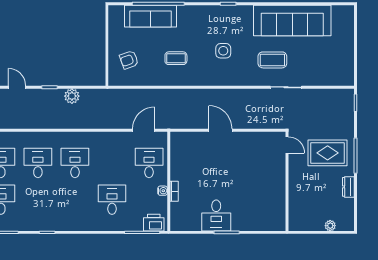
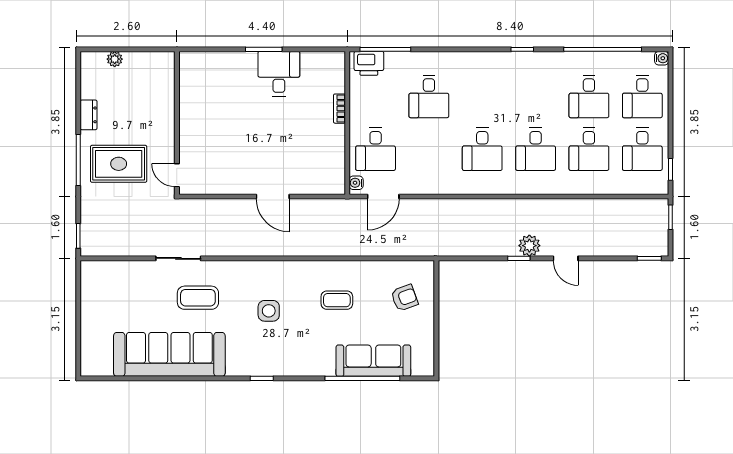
plant: (72, 96) -> (529, 246), moved
water cooler: (163, 191) -> (356, 183), moved

